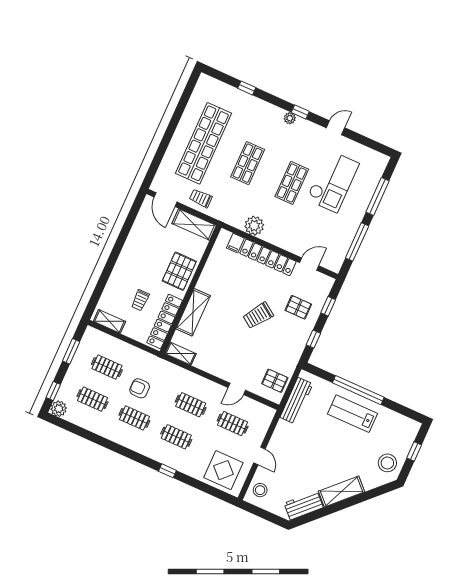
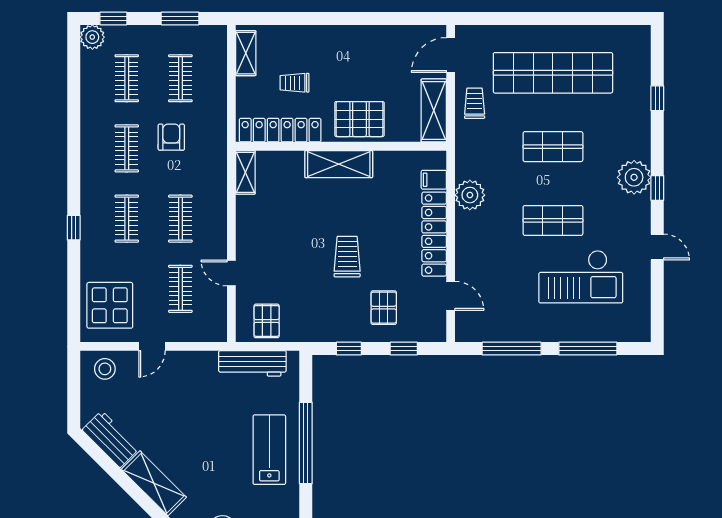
plant: (290, 118) -> (634, 177), width x1.88, depth x1.88
shelving: (193, 312) -> (339, 164), moved
trolley: (258, 315) -> (347, 257), turned 55

